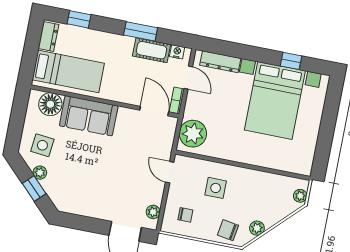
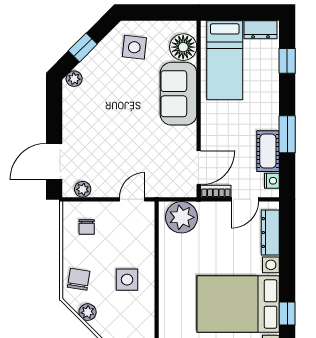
plant: (40, 173) -> (74, 79), moved
side table: (216, 188) -> (127, 280), moved

